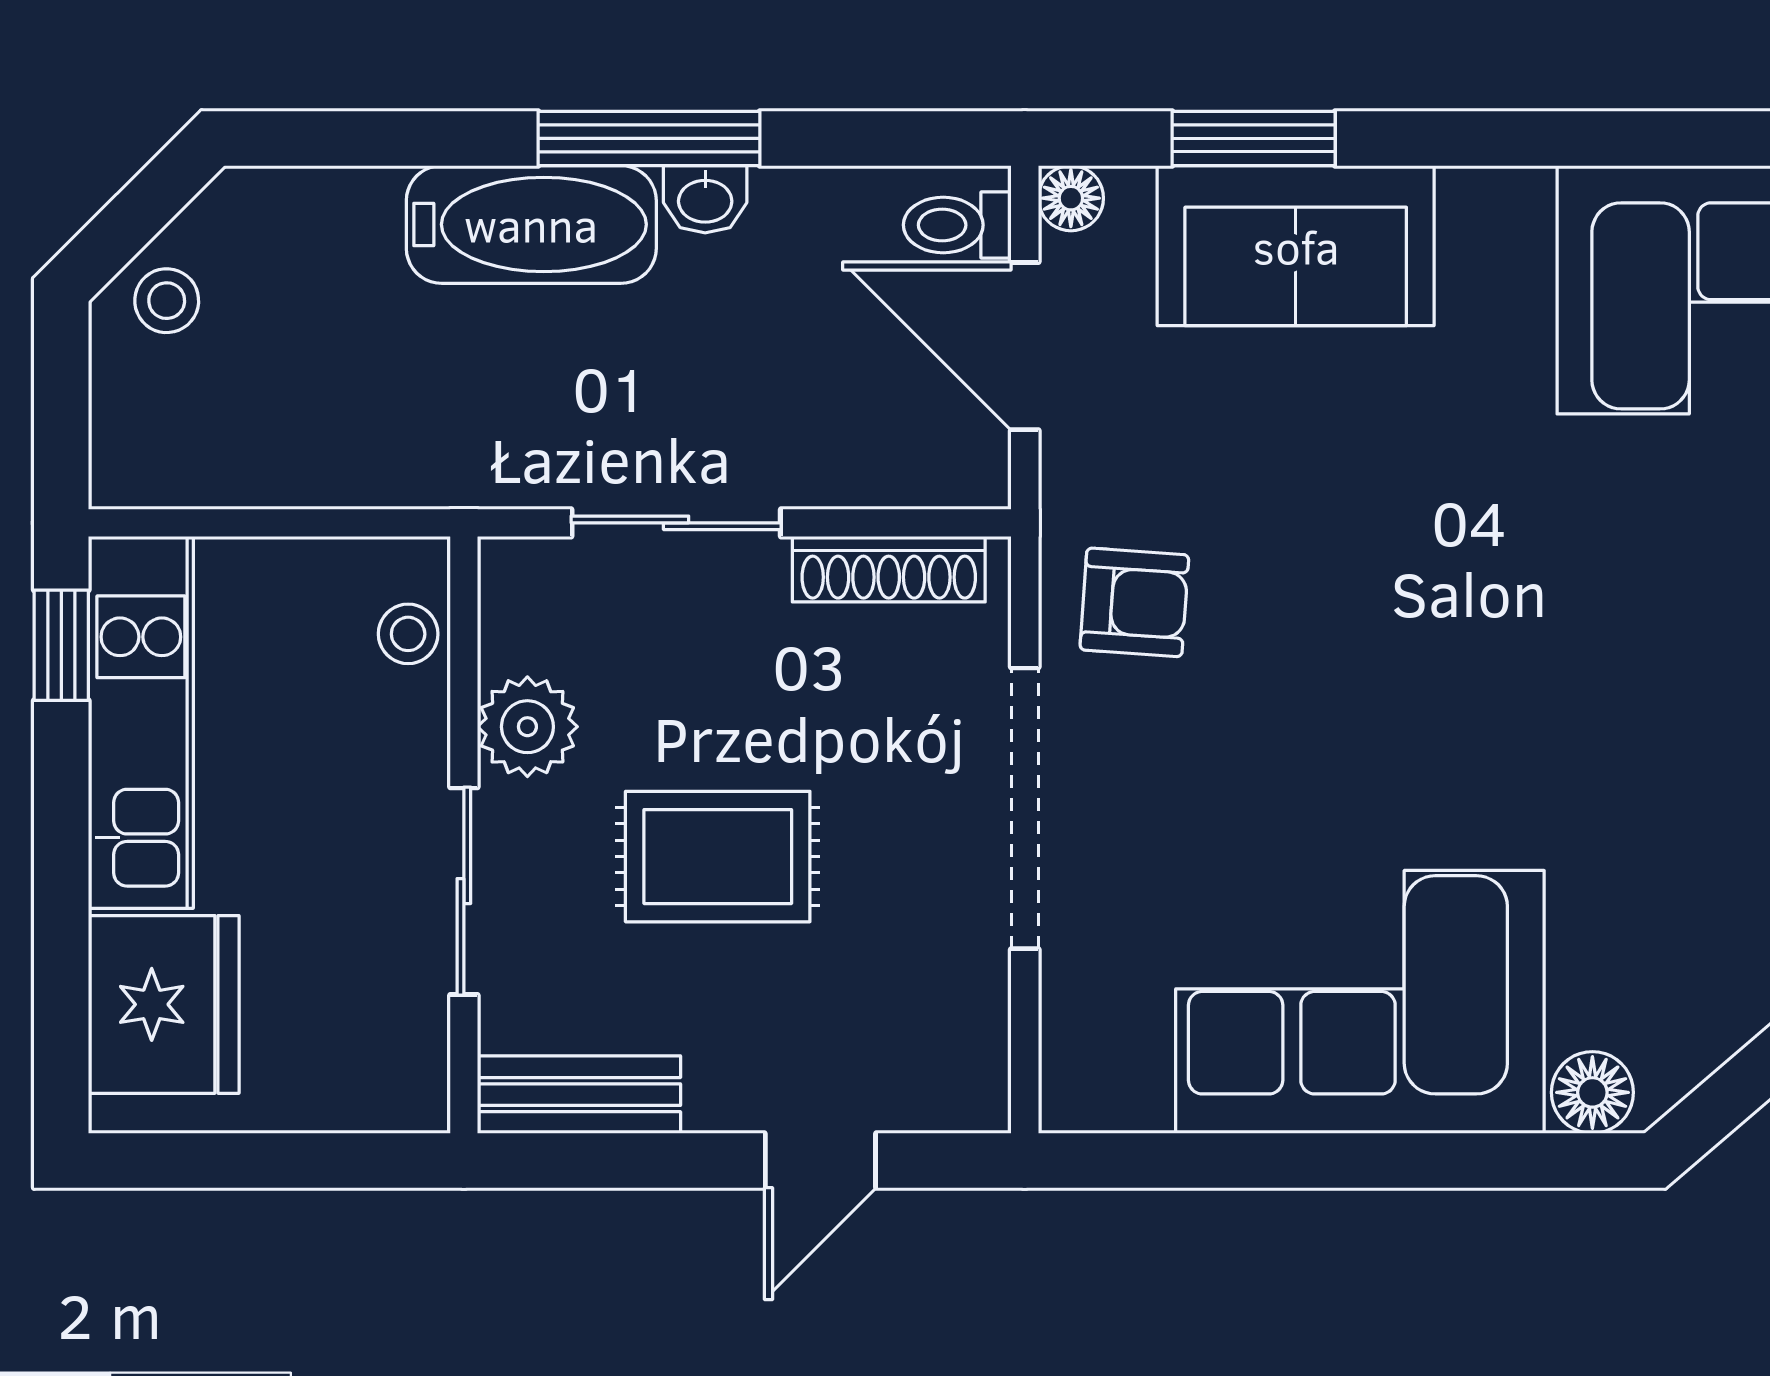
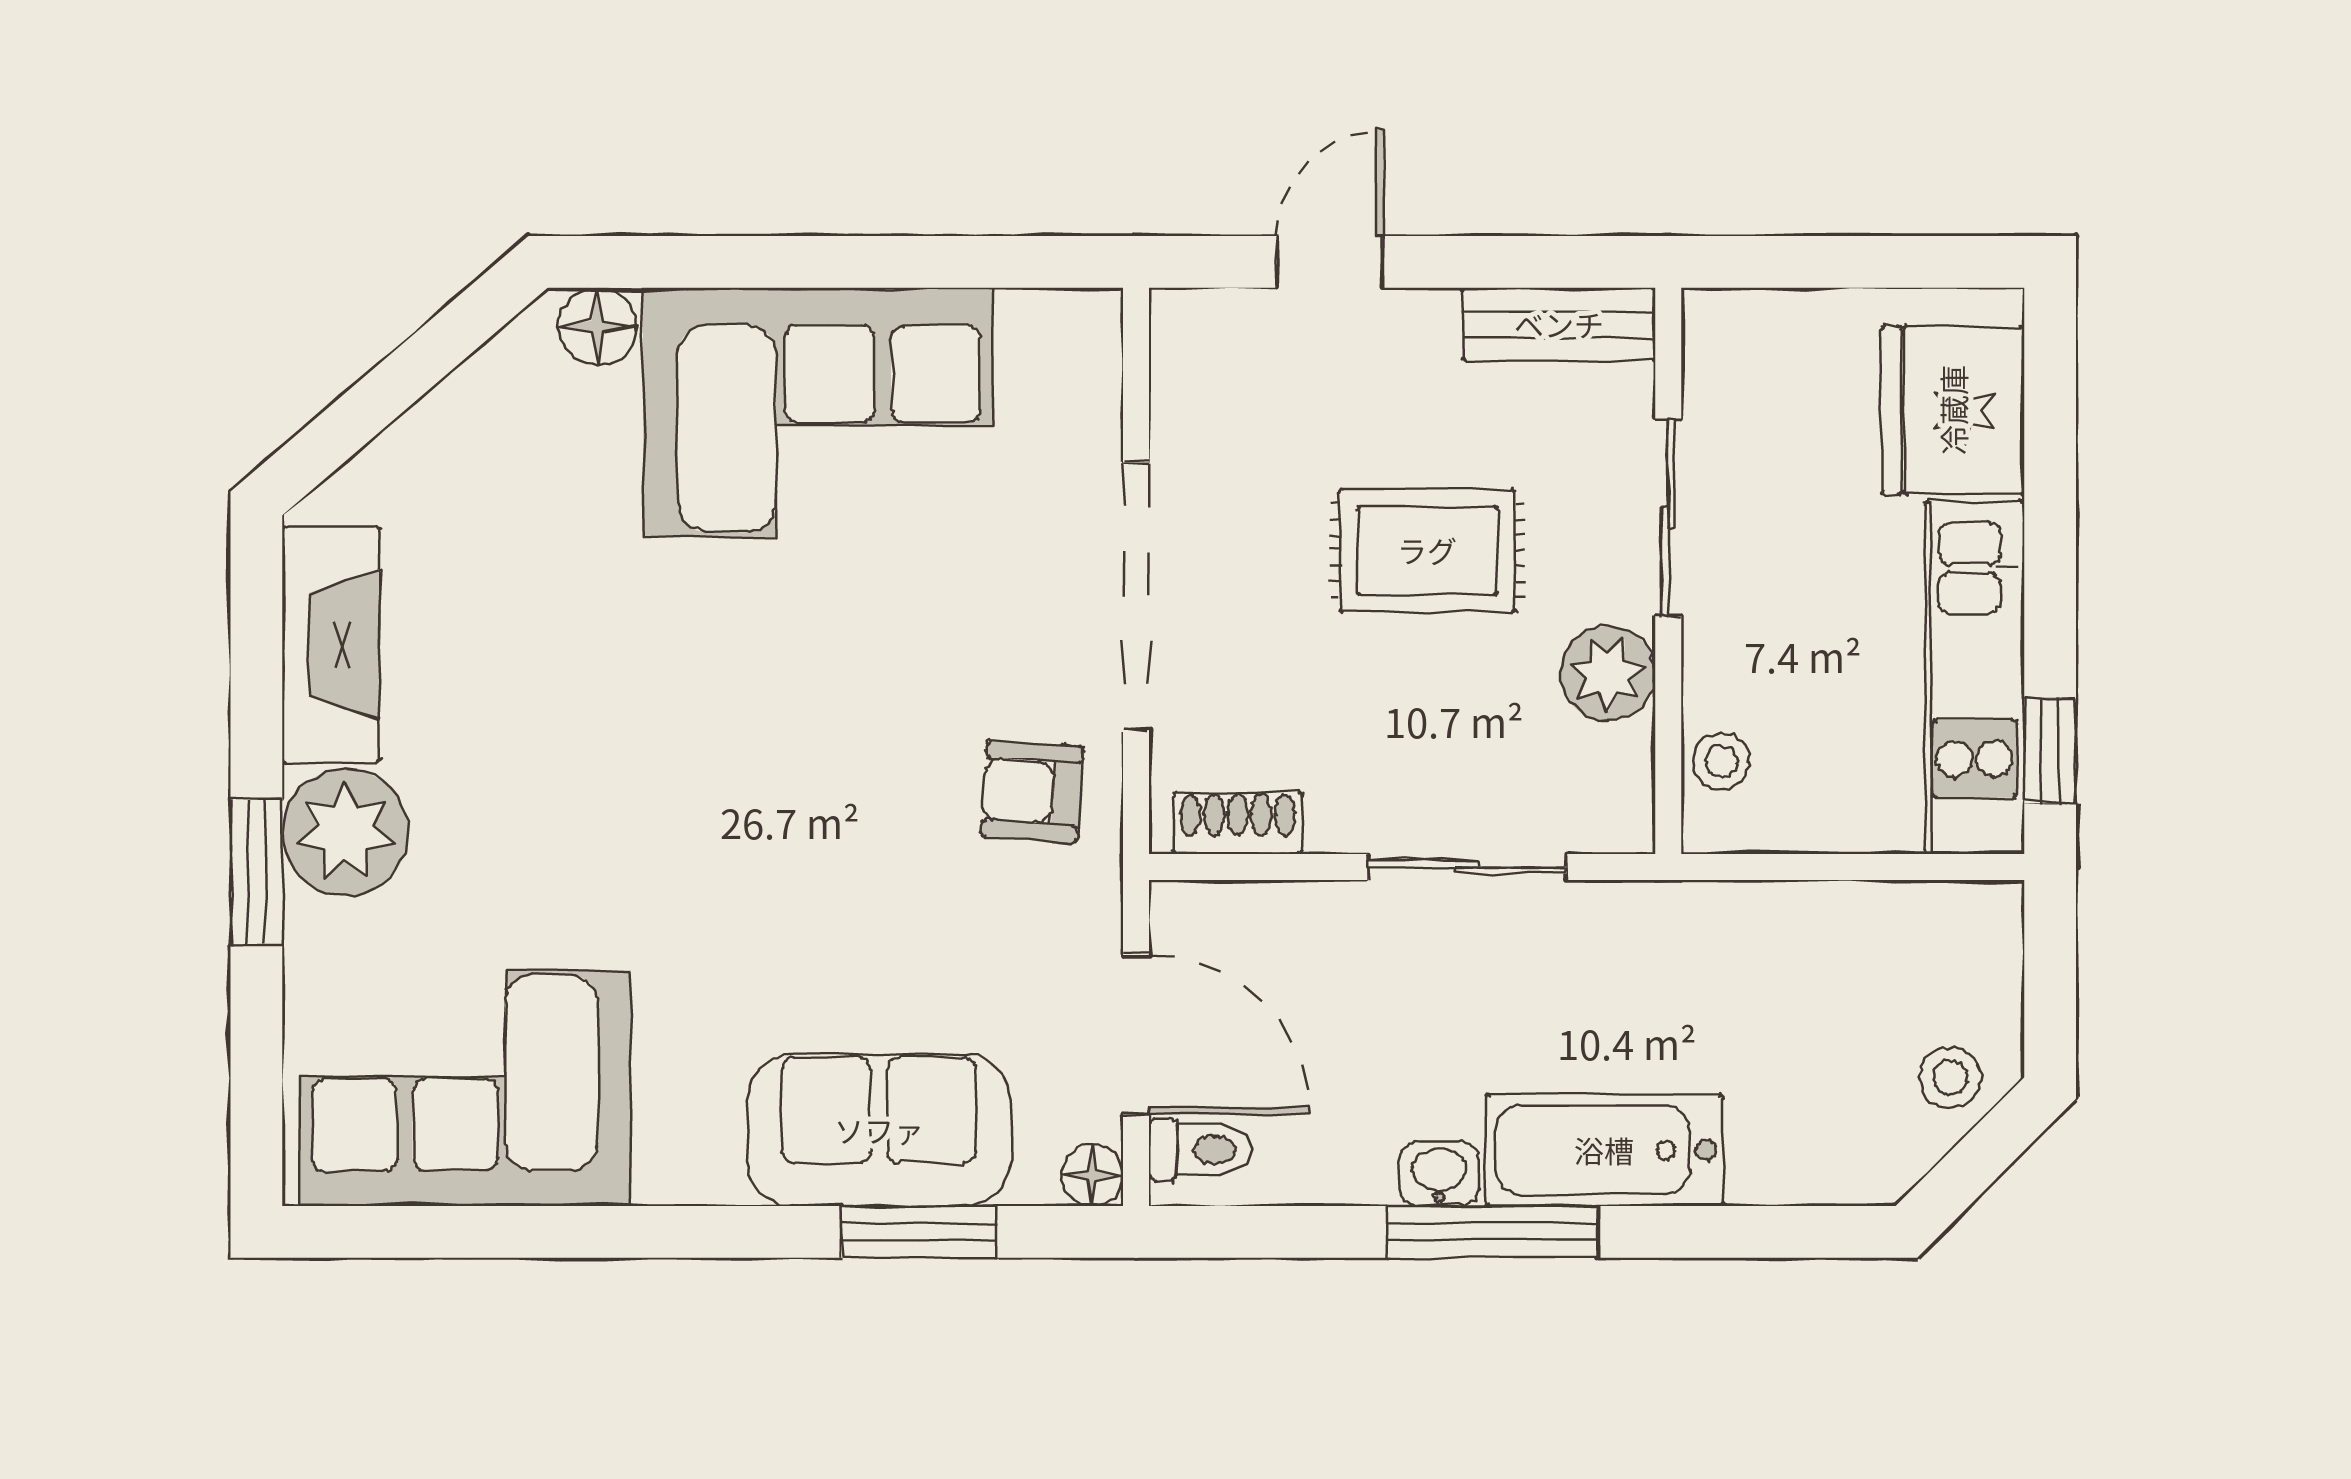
shoe rack: (889, 569) -> (1238, 823), width x0.70

